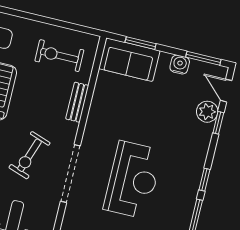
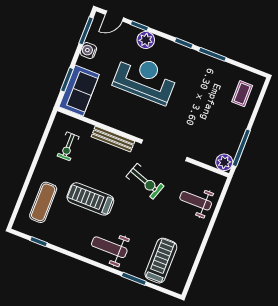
exercise bike: (59, 56) -> (68, 146), width x0.73, depth x0.72
bench: (77, 102) -> (113, 139), width x1.36
plant: (207, 112) -> (146, 40), moved
reception desk: (133, 180) -> (145, 79), moved

